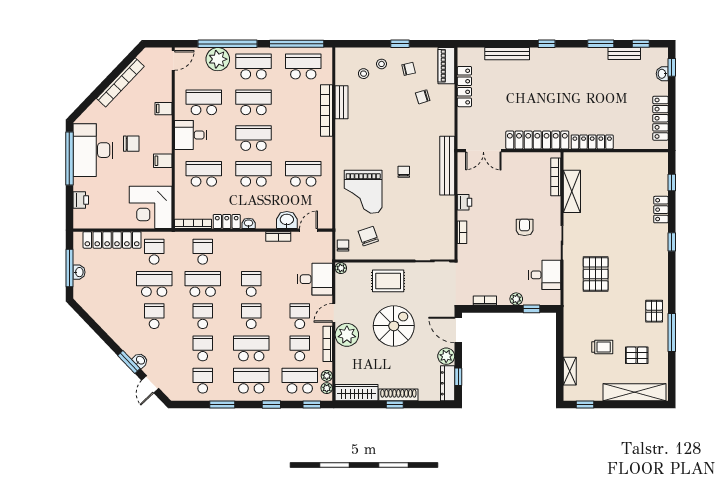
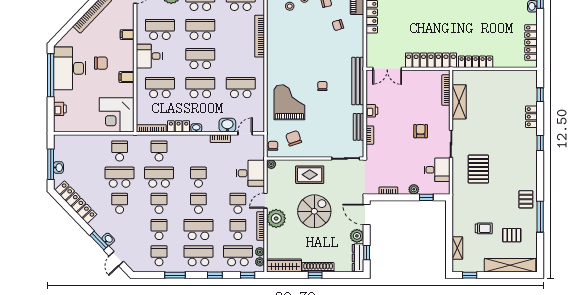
bench: (342, 102) -> (359, 127), moved
grand piano: (363, 192) -> (289, 102), turned 180
locker: (112, 240) -> (76, 202), moved, turned -134

